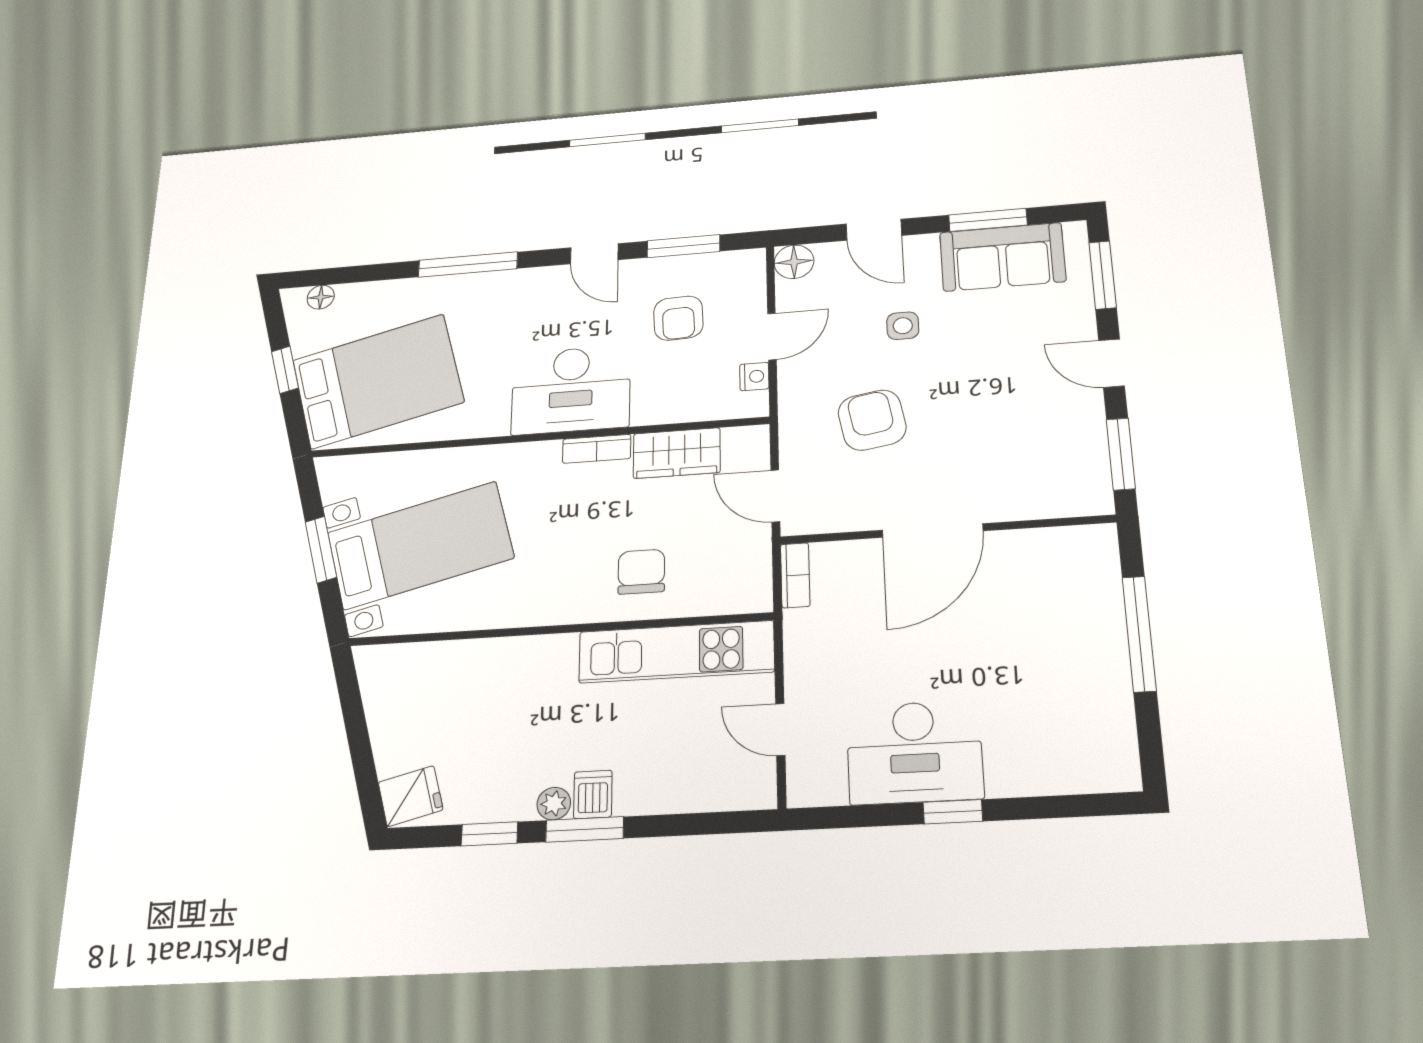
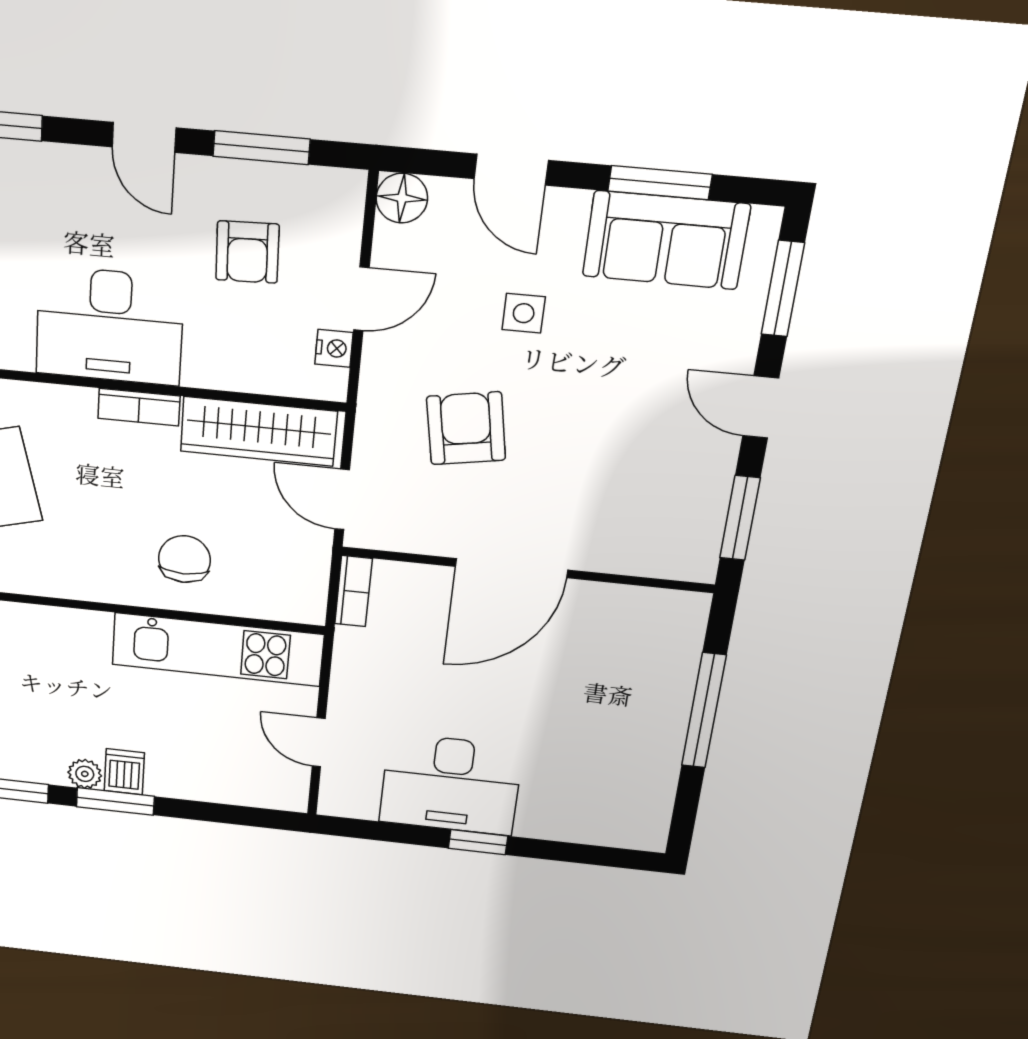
wardrobe: (677, 453) -> (259, 431), width x1.50

